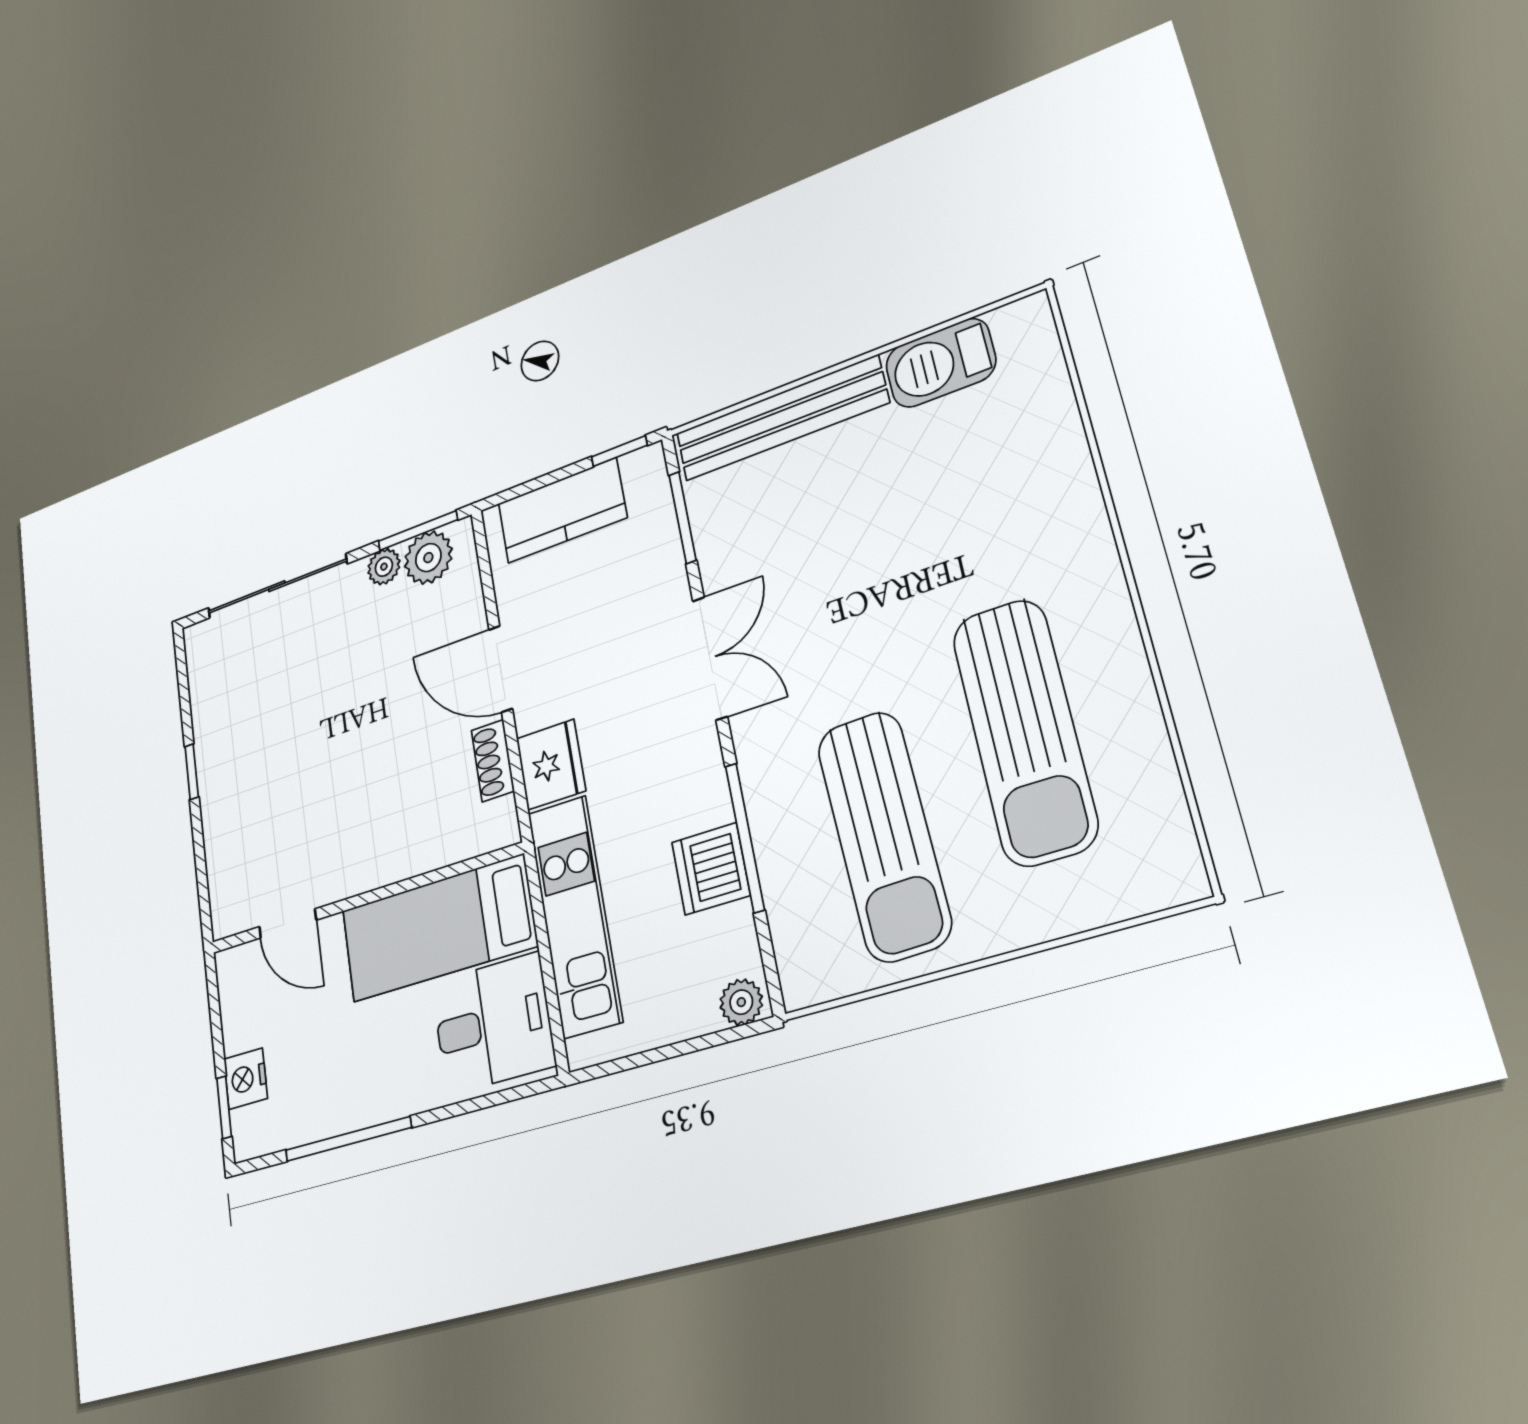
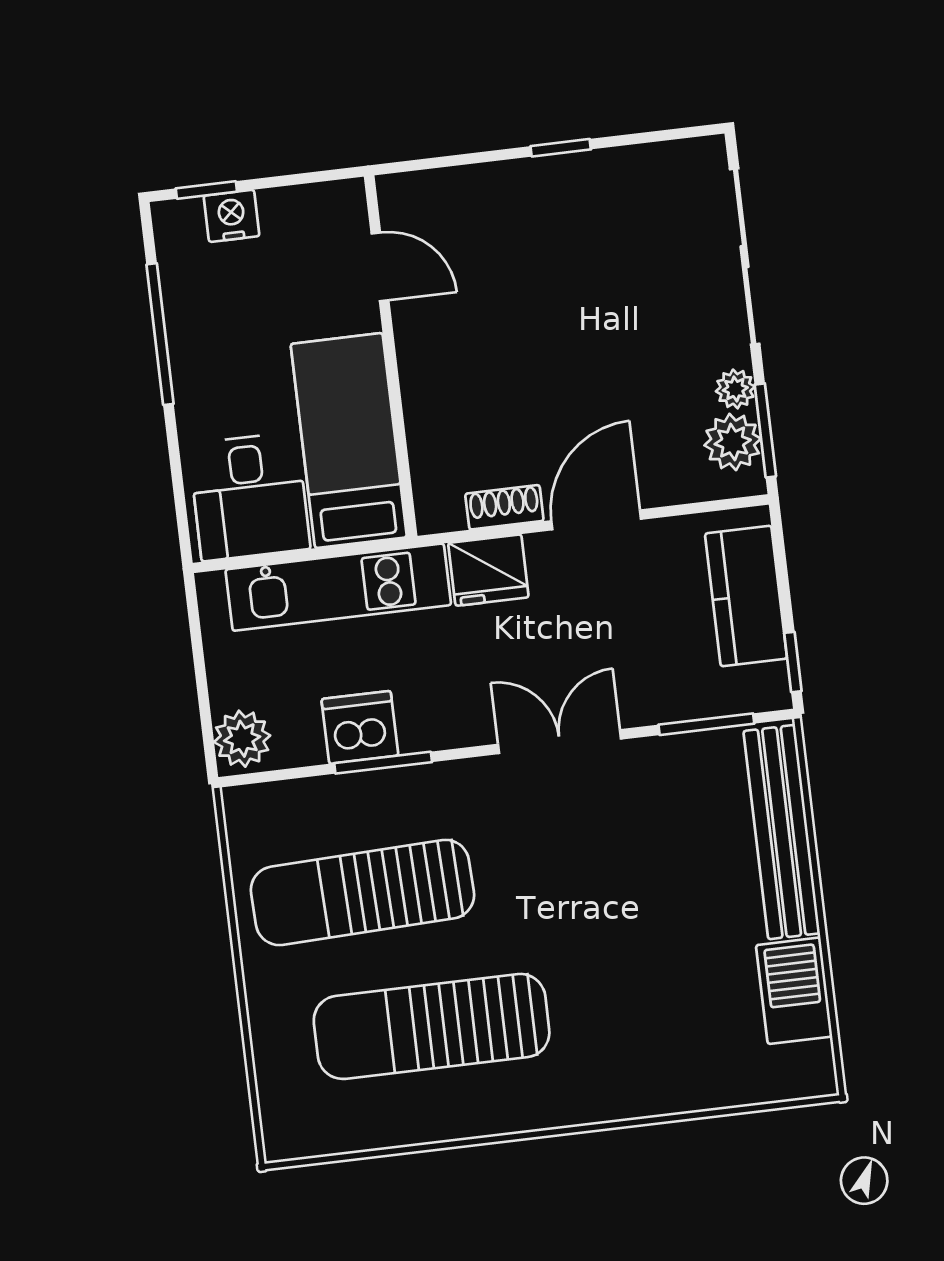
double door: (710, 658) -> (560, 742), swing flipped
window: (745, 837) -> (383, 763), width x0.69
door: (288, 923) -> (380, 267), swing flipped
plant: (741, 1002) -> (242, 739), width x1.38, depth x1.38

